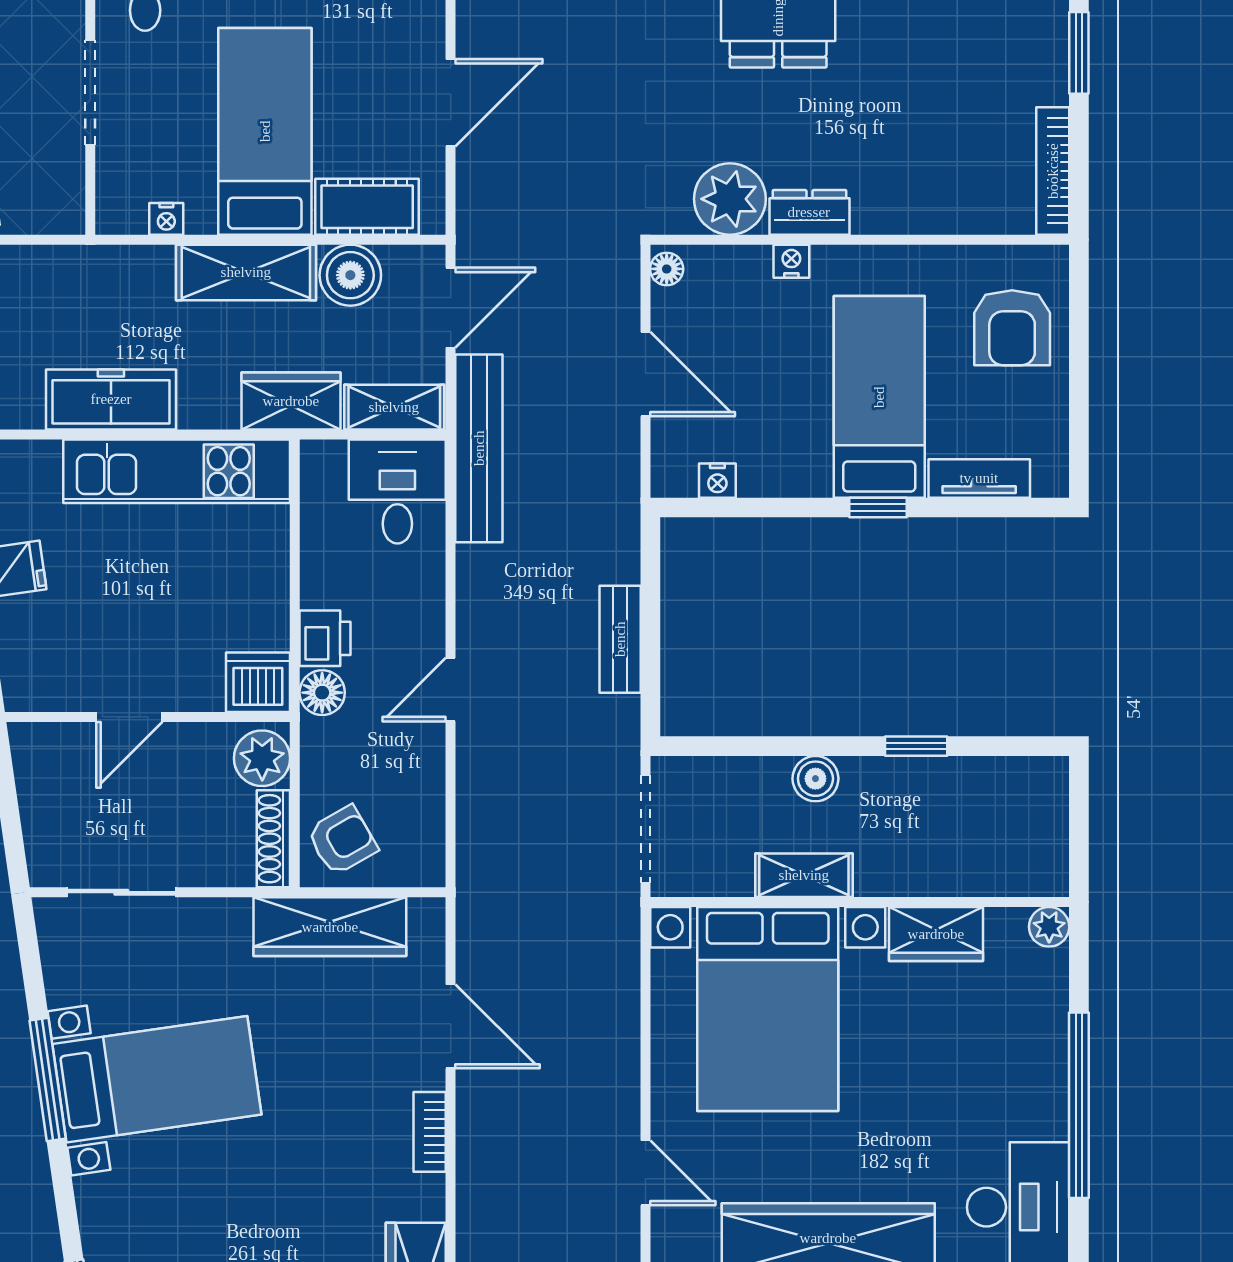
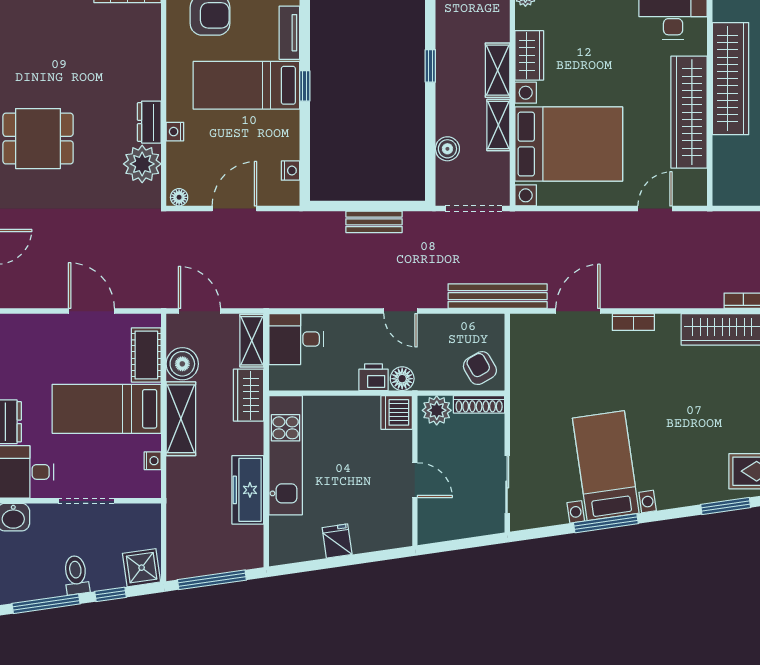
bench: (479, 448) -> (498, 296), moved
boiler: (815, 779) -> (447, 149), moved
shelving: (908, 874) -> (498, 70), added
wardrobe: (330, 927) -> (525, 375), removed

